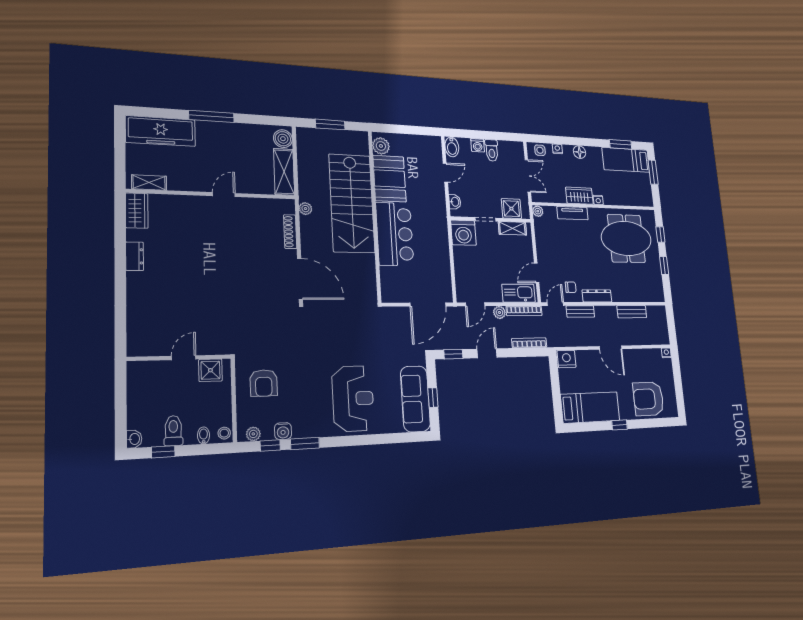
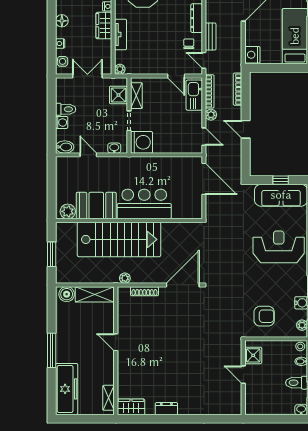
window: (453, 354) -> (246, 160), removed

